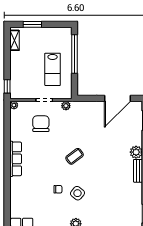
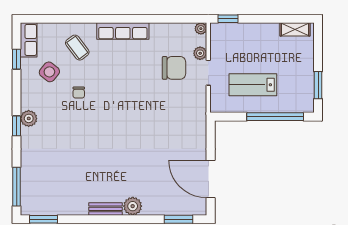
window: (32, 24) -> (318, 85), moved
plant: (66, 106) -> (200, 53), moved
coffee table: (75, 156) -> (77, 48), moved
side table: (77, 193) -> (49, 72), moved

